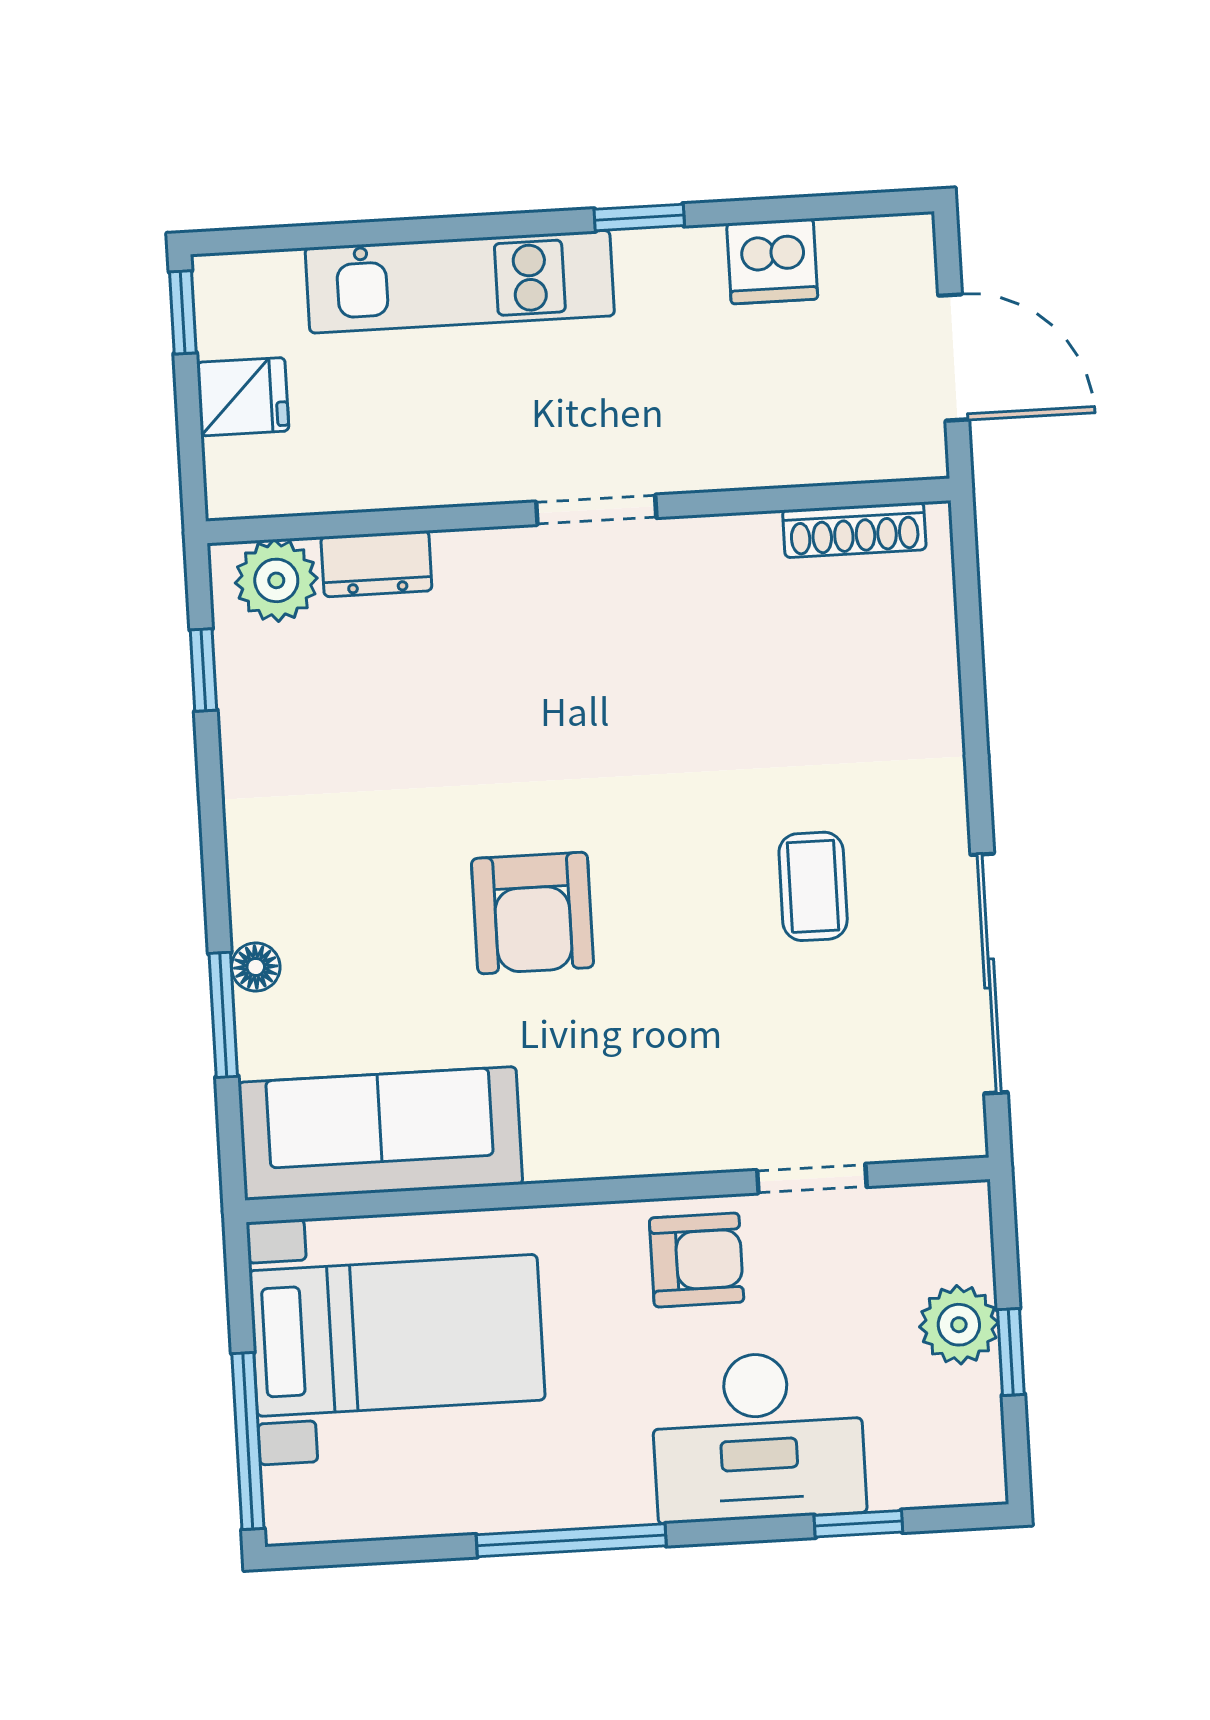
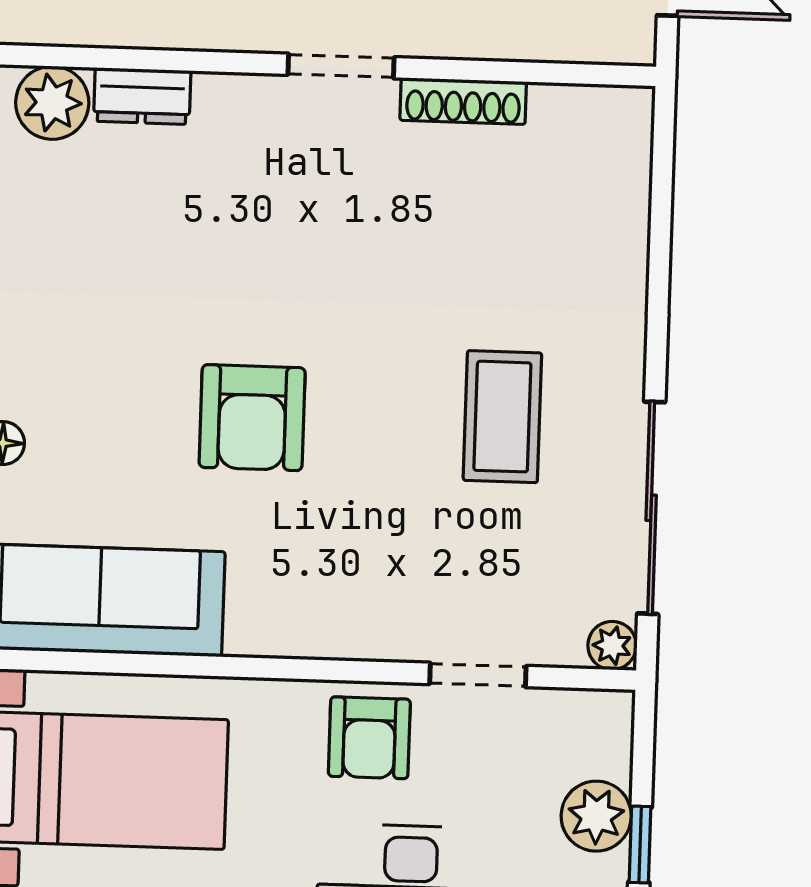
shoe rack: (854, 530) -> (463, 101), moved
coffee table: (813, 886) -> (502, 417), width x1.36, depth x1.30
plant: (959, 1132) -> (612, 646), added
armchair: (697, 1260) -> (369, 738), turned 90

